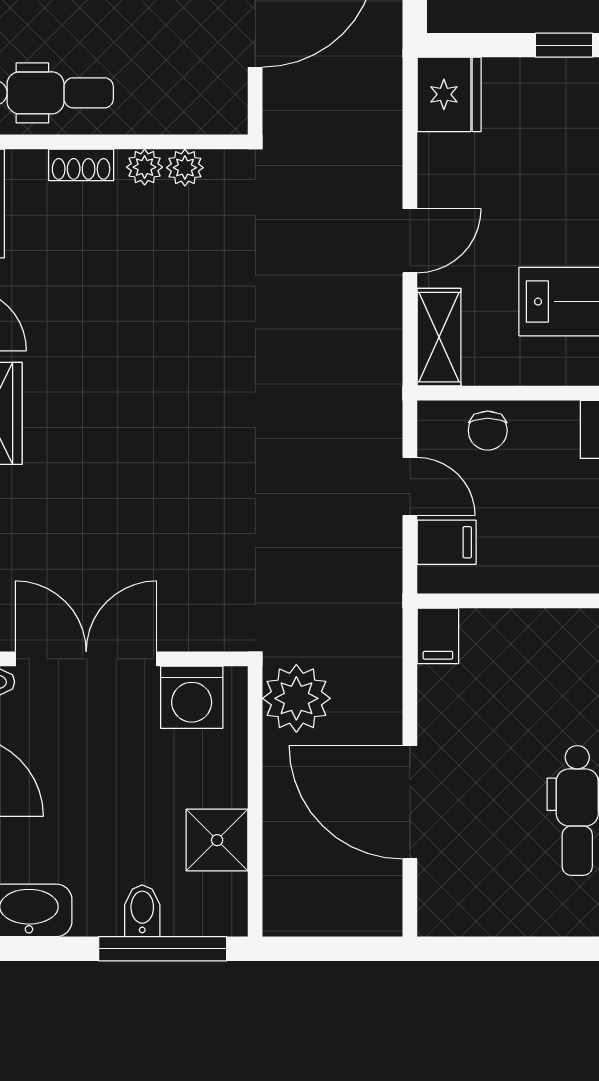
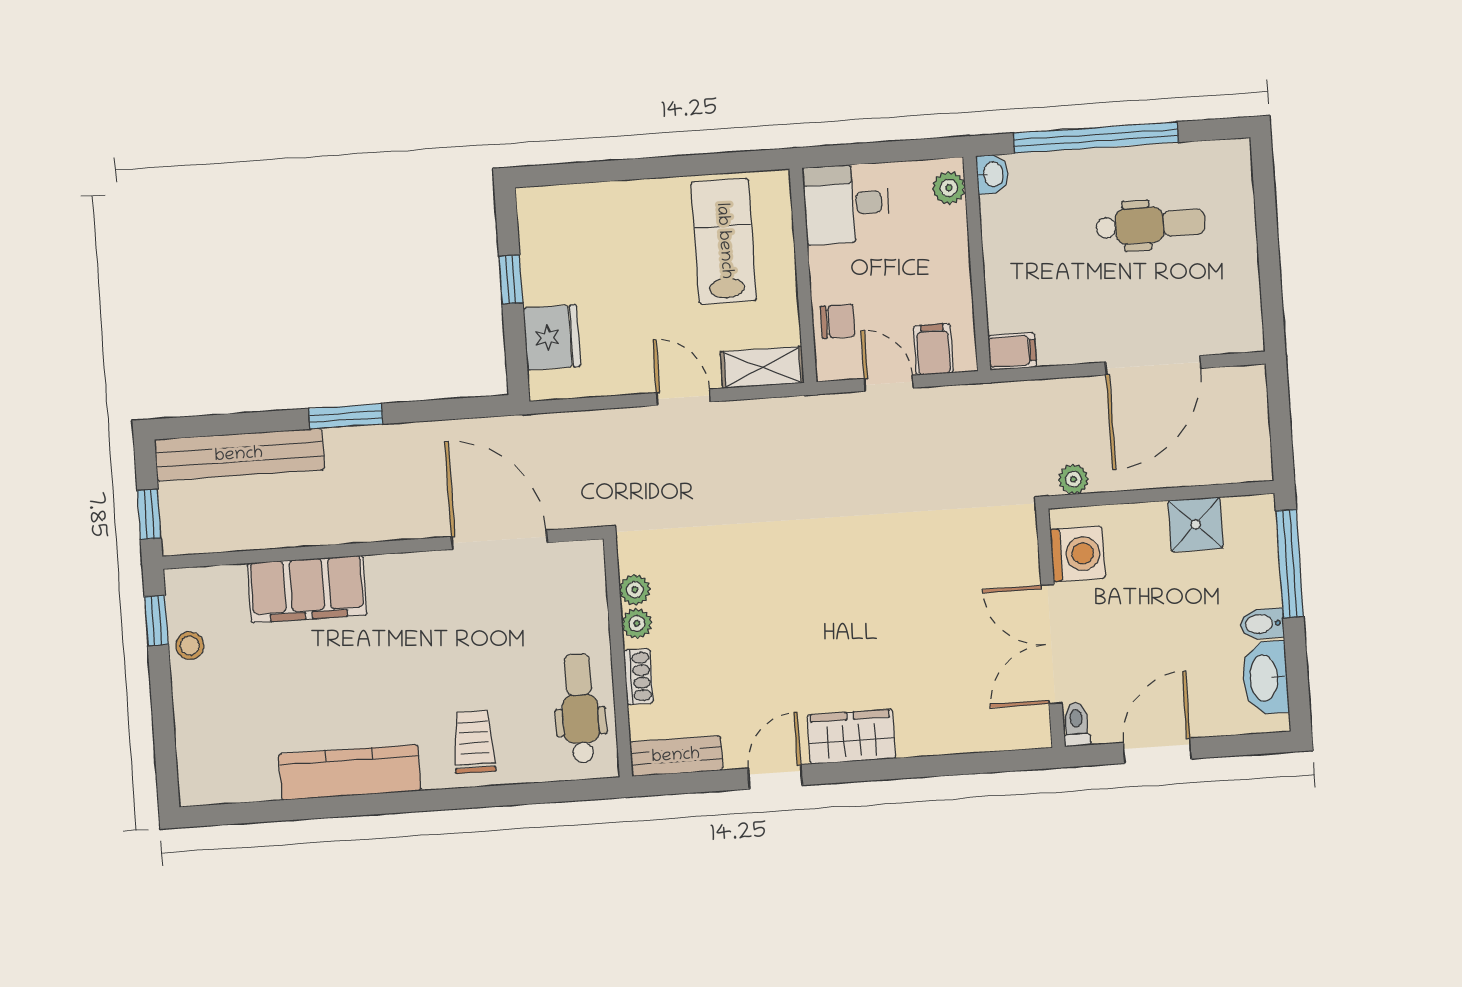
fridge: (449, 94) -> (552, 337), moved, turned 90
door: (410, 486) -> (889, 383), hinge flipped
plant: (296, 698) -> (1073, 479), width x0.53, depth x0.53
bidet: (142, 911) -> (1262, 624), moved

